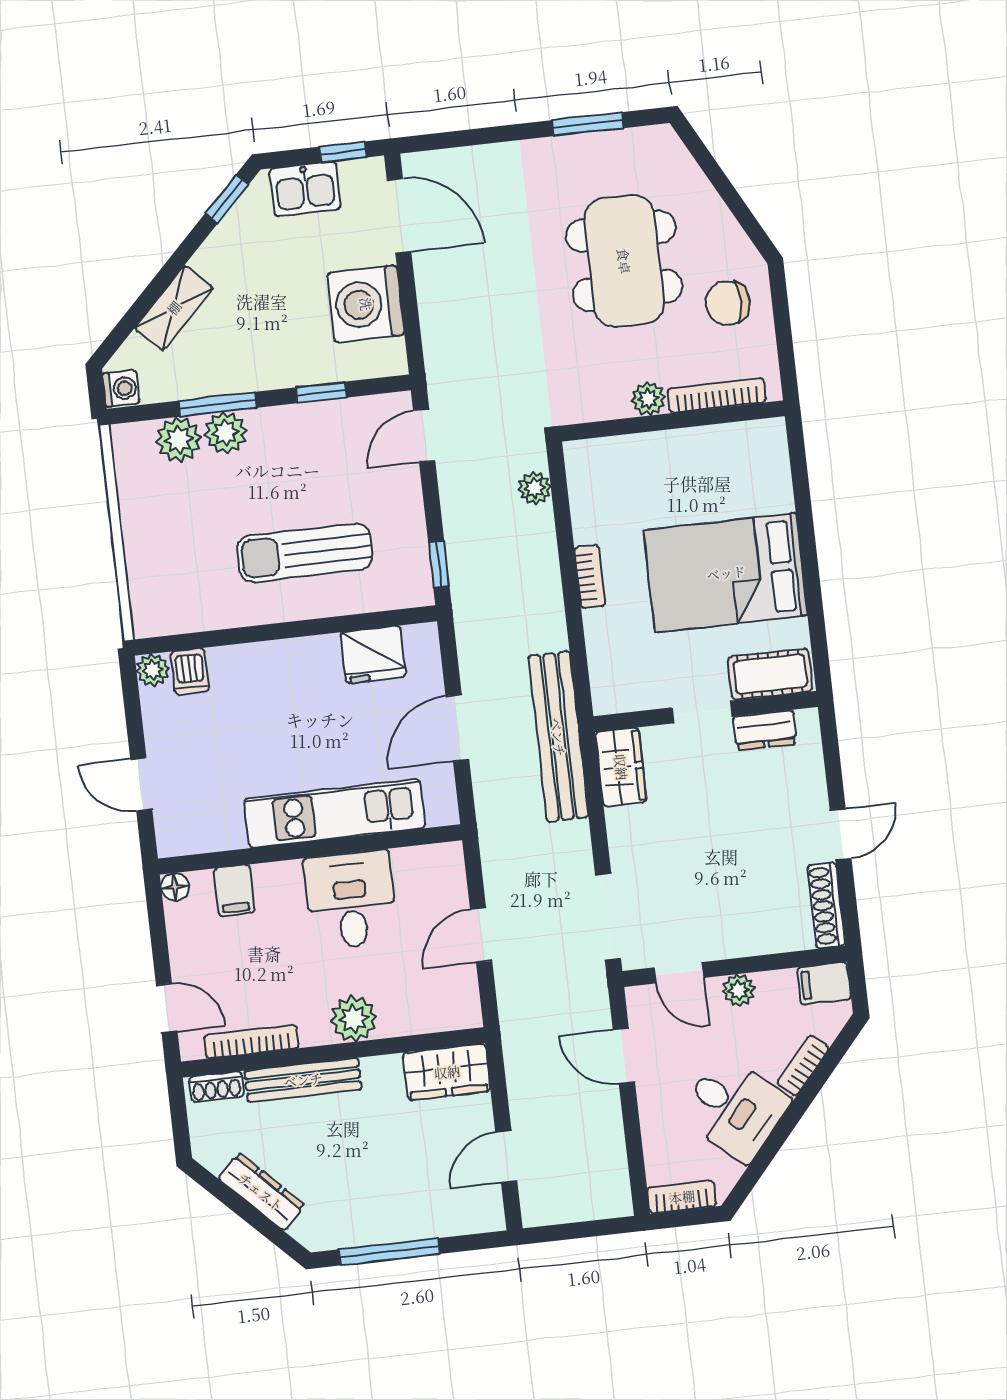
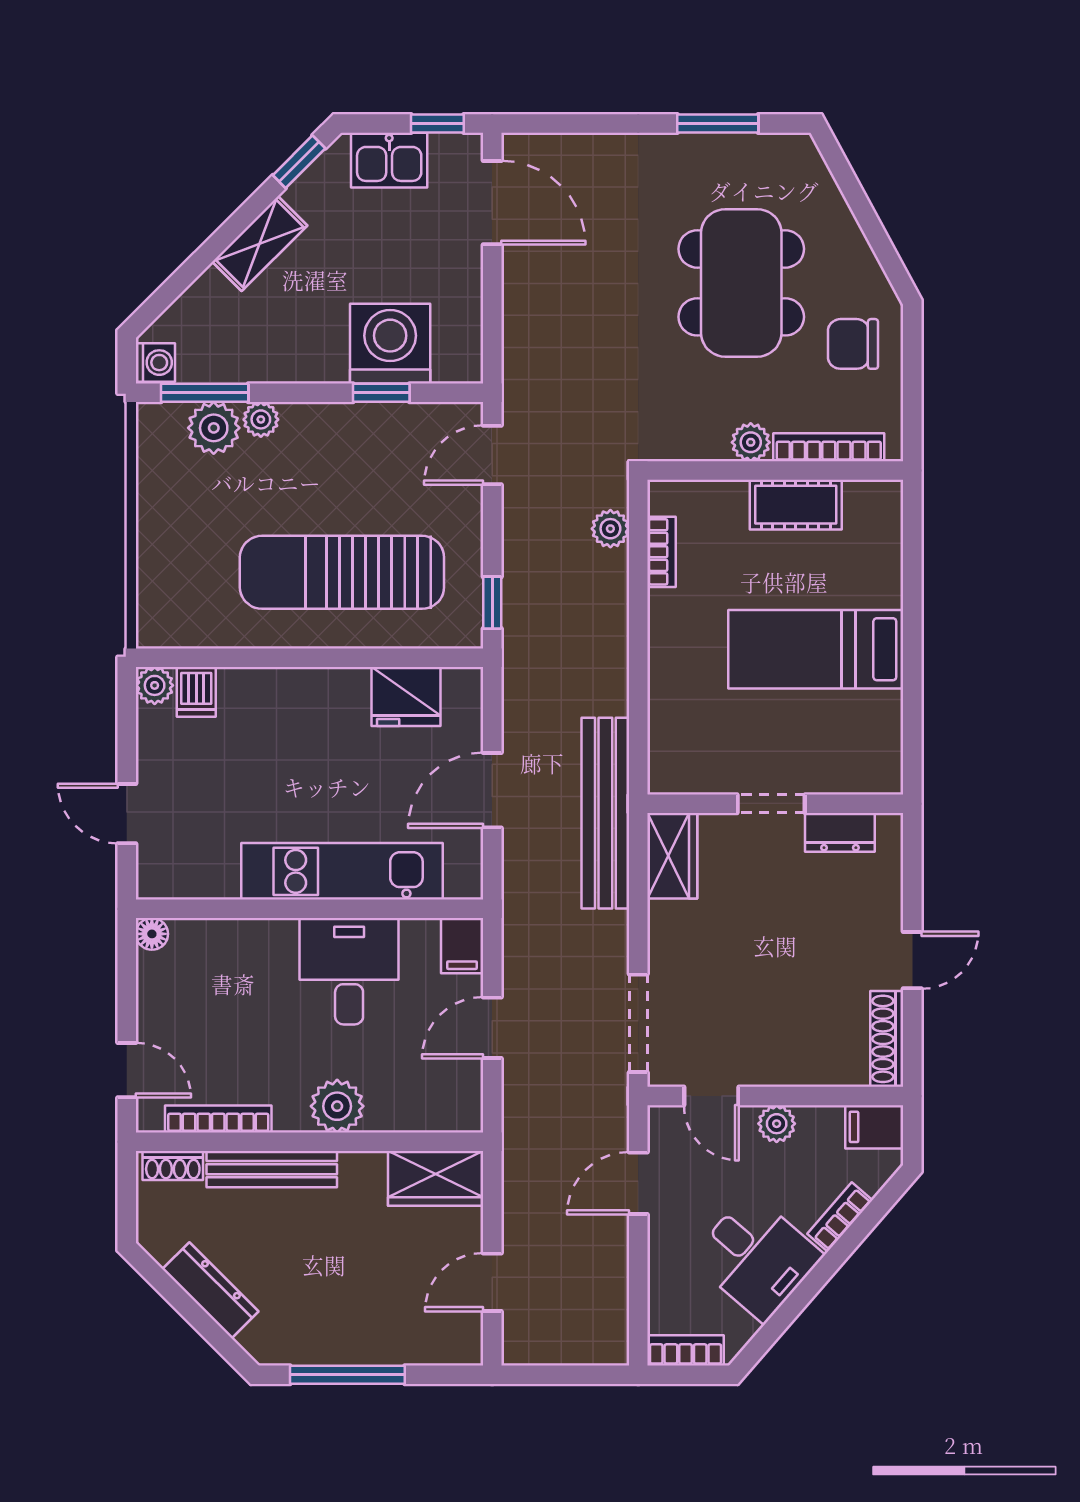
washing machine: (366, 304) -> (390, 344), moved, turned 90
shelving: (174, 308) -> (260, 244), moved
window: (217, 404) -> (205, 393), moved
plant: (225, 433) -> (261, 419), width x0.73, depth x0.73
sun lounger: (305, 553) -> (342, 572), width x1.36, depth x1.34
bed: (726, 573) -> (816, 649), width x0.67
bookcase: (590, 577) -> (662, 552), moved
cot: (770, 674) -> (796, 505), moved
filing cabinet: (234, 891) -> (462, 946), moved
door: (624, 1056) -> (638, 1183), hinge flipped

